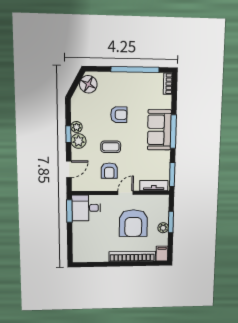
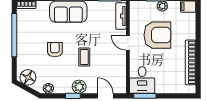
plant: (76, 127) -> (48, 88), moved
armchair: (109, 171) -> (107, 58), removed
bookcase: (132, 256) -> (191, 62), moved

